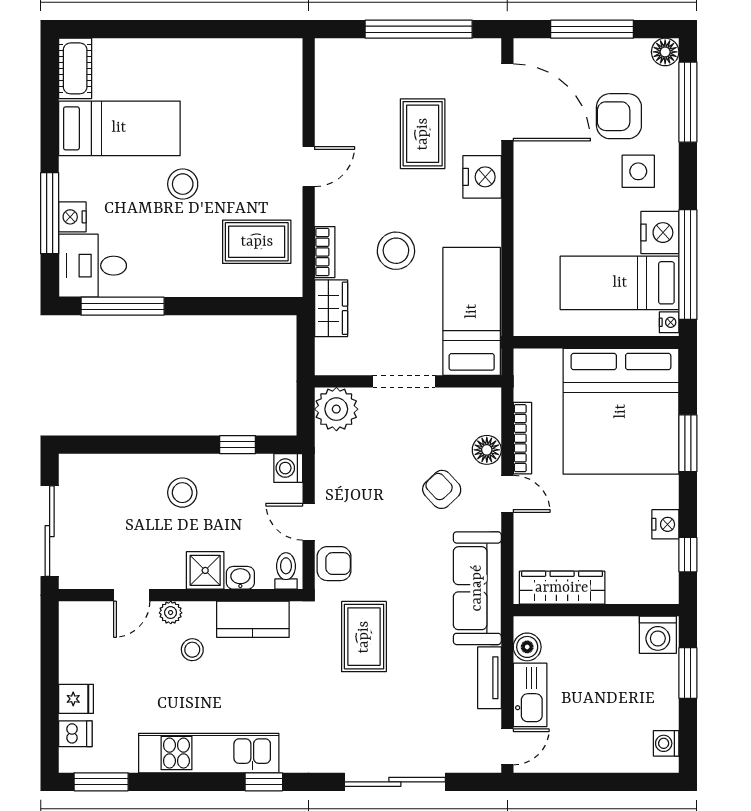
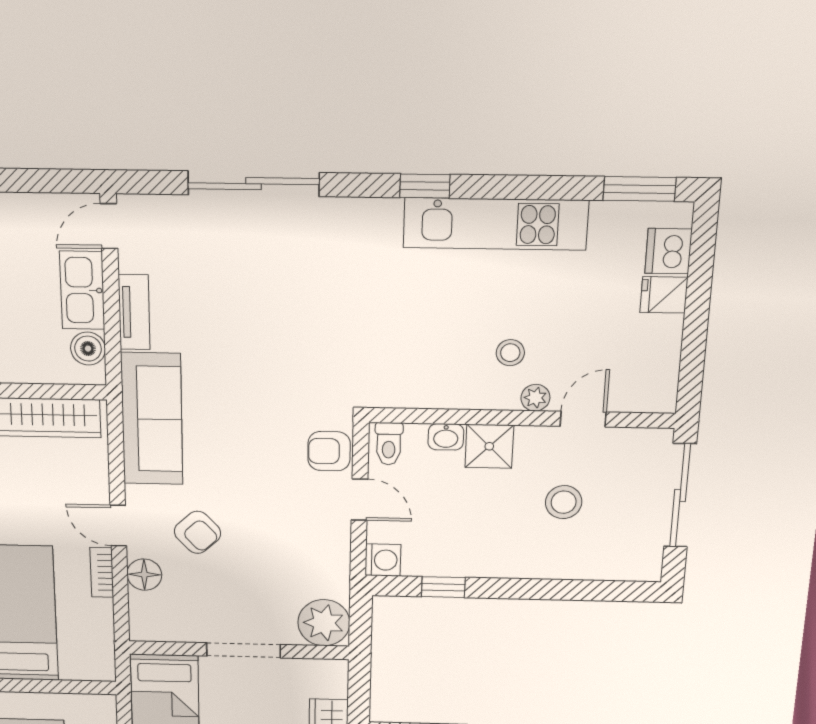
bookcase: (522, 438) -> (102, 572), width x0.64
stool: (182, 493) -> (564, 502), moved
kitchen counter: (253, 619) -> (432, 388), removed
rug: (364, 637) -> (293, 365), removed
dishwasher: (75, 734) -> (668, 251), width x1.38

